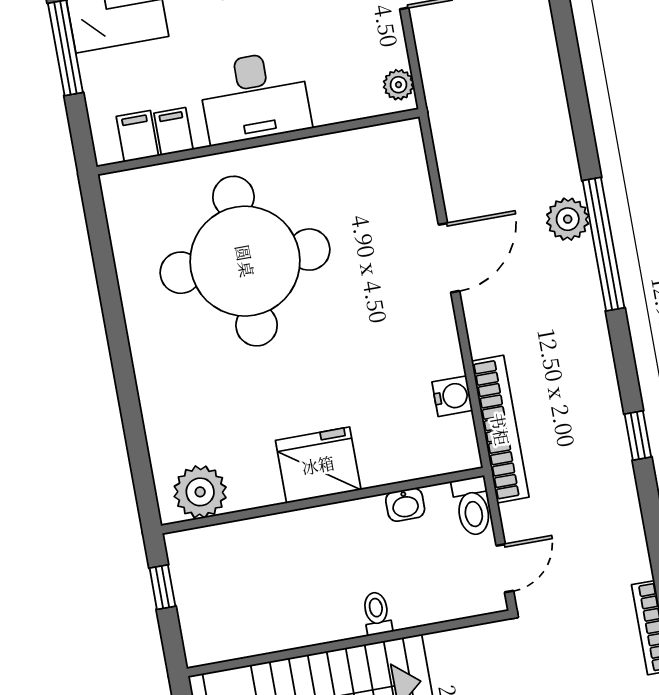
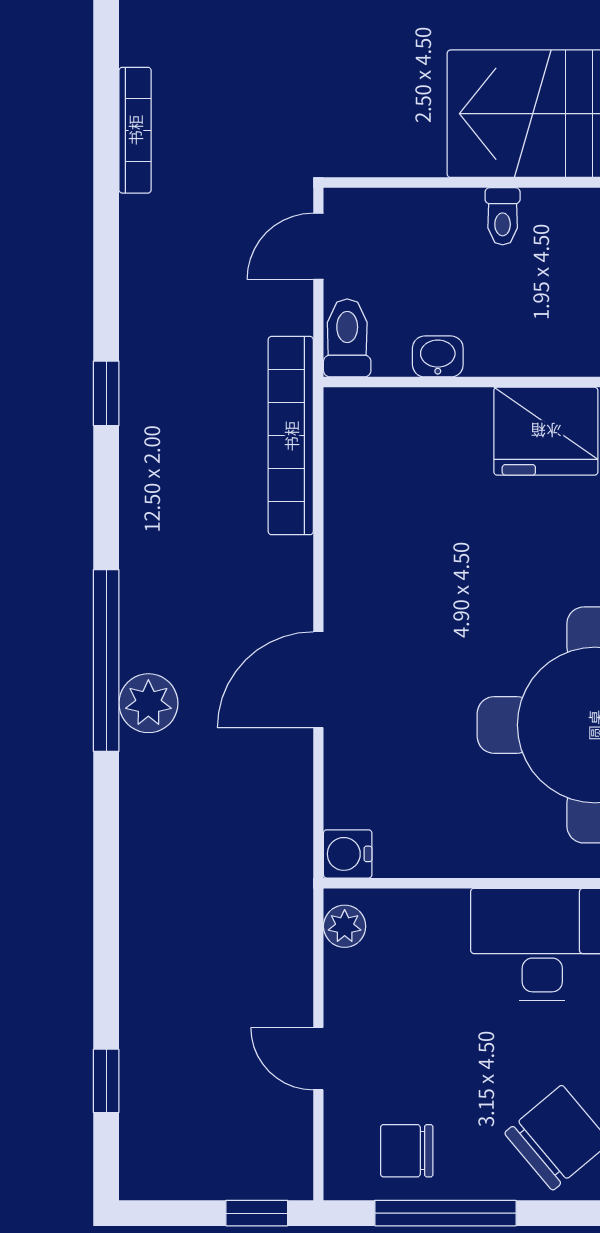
water cooler: (452, 396) -> (348, 854), moved

